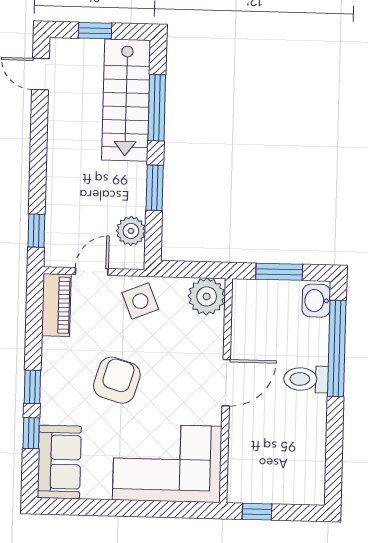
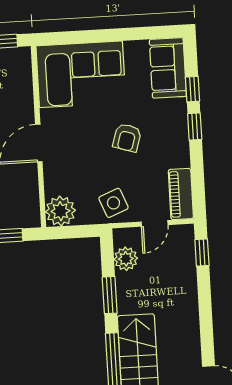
armchair: (117, 380) -> (127, 138), width x0.72, depth x0.72

